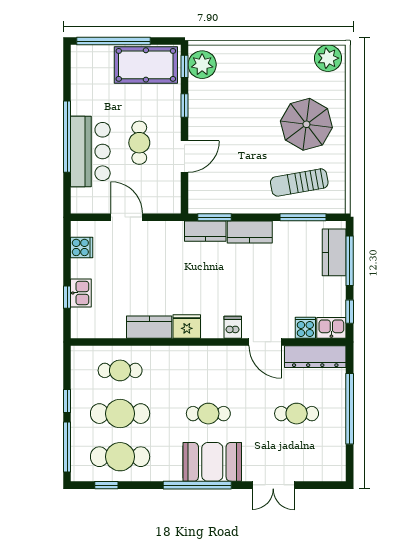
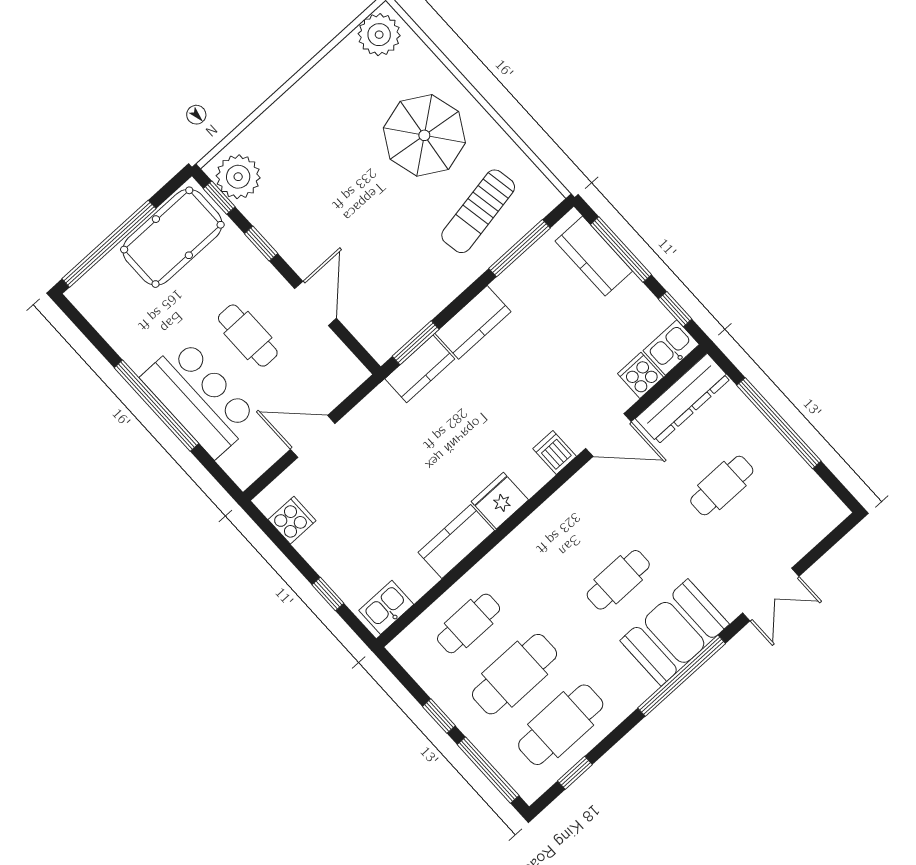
kitchen sink: (81, 293) -> (386, 607), moved, turned -90

